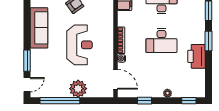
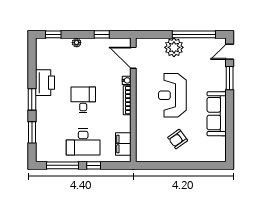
desk: (161, 41) -> (83, 100), width x0.73

